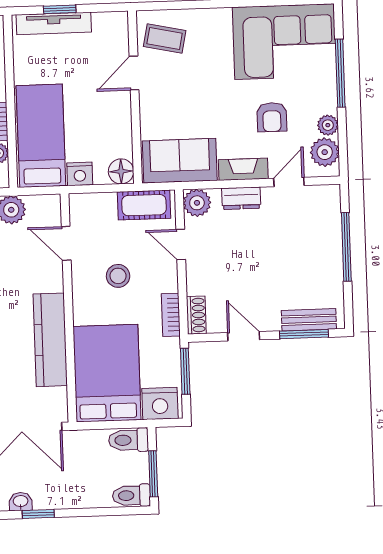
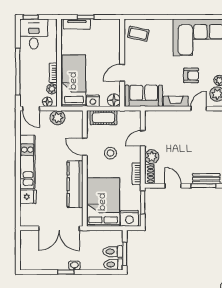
tv unit: (54, 23) -> (77, 24), width x0.71
door: (134, 73) -> (122, 73), moved
armchair: (272, 117) -> (191, 75), turned -90
dresser: (241, 198) -> (174, 116), removed
plant: (197, 203) -> (152, 157), moved
cot: (144, 205) -> (104, 118), moved
door: (66, 243) -> (85, 147), moved
door: (181, 244) -> (143, 138), hinge flipped
toilet: (128, 440) -> (113, 252), moved
washbasin: (21, 502) -> (74, 266), moved

